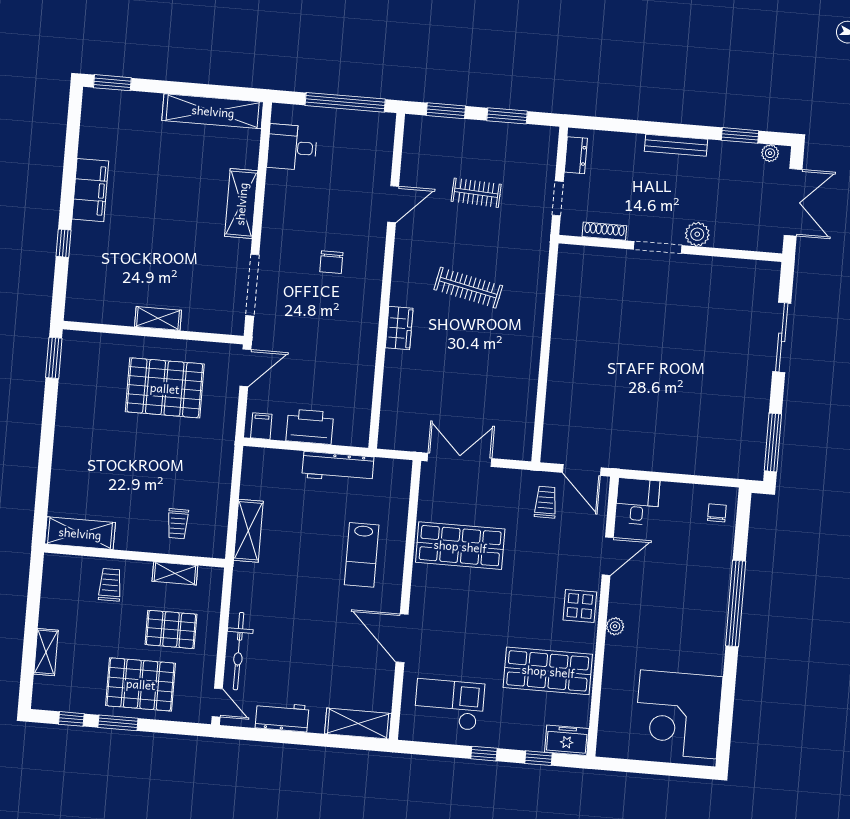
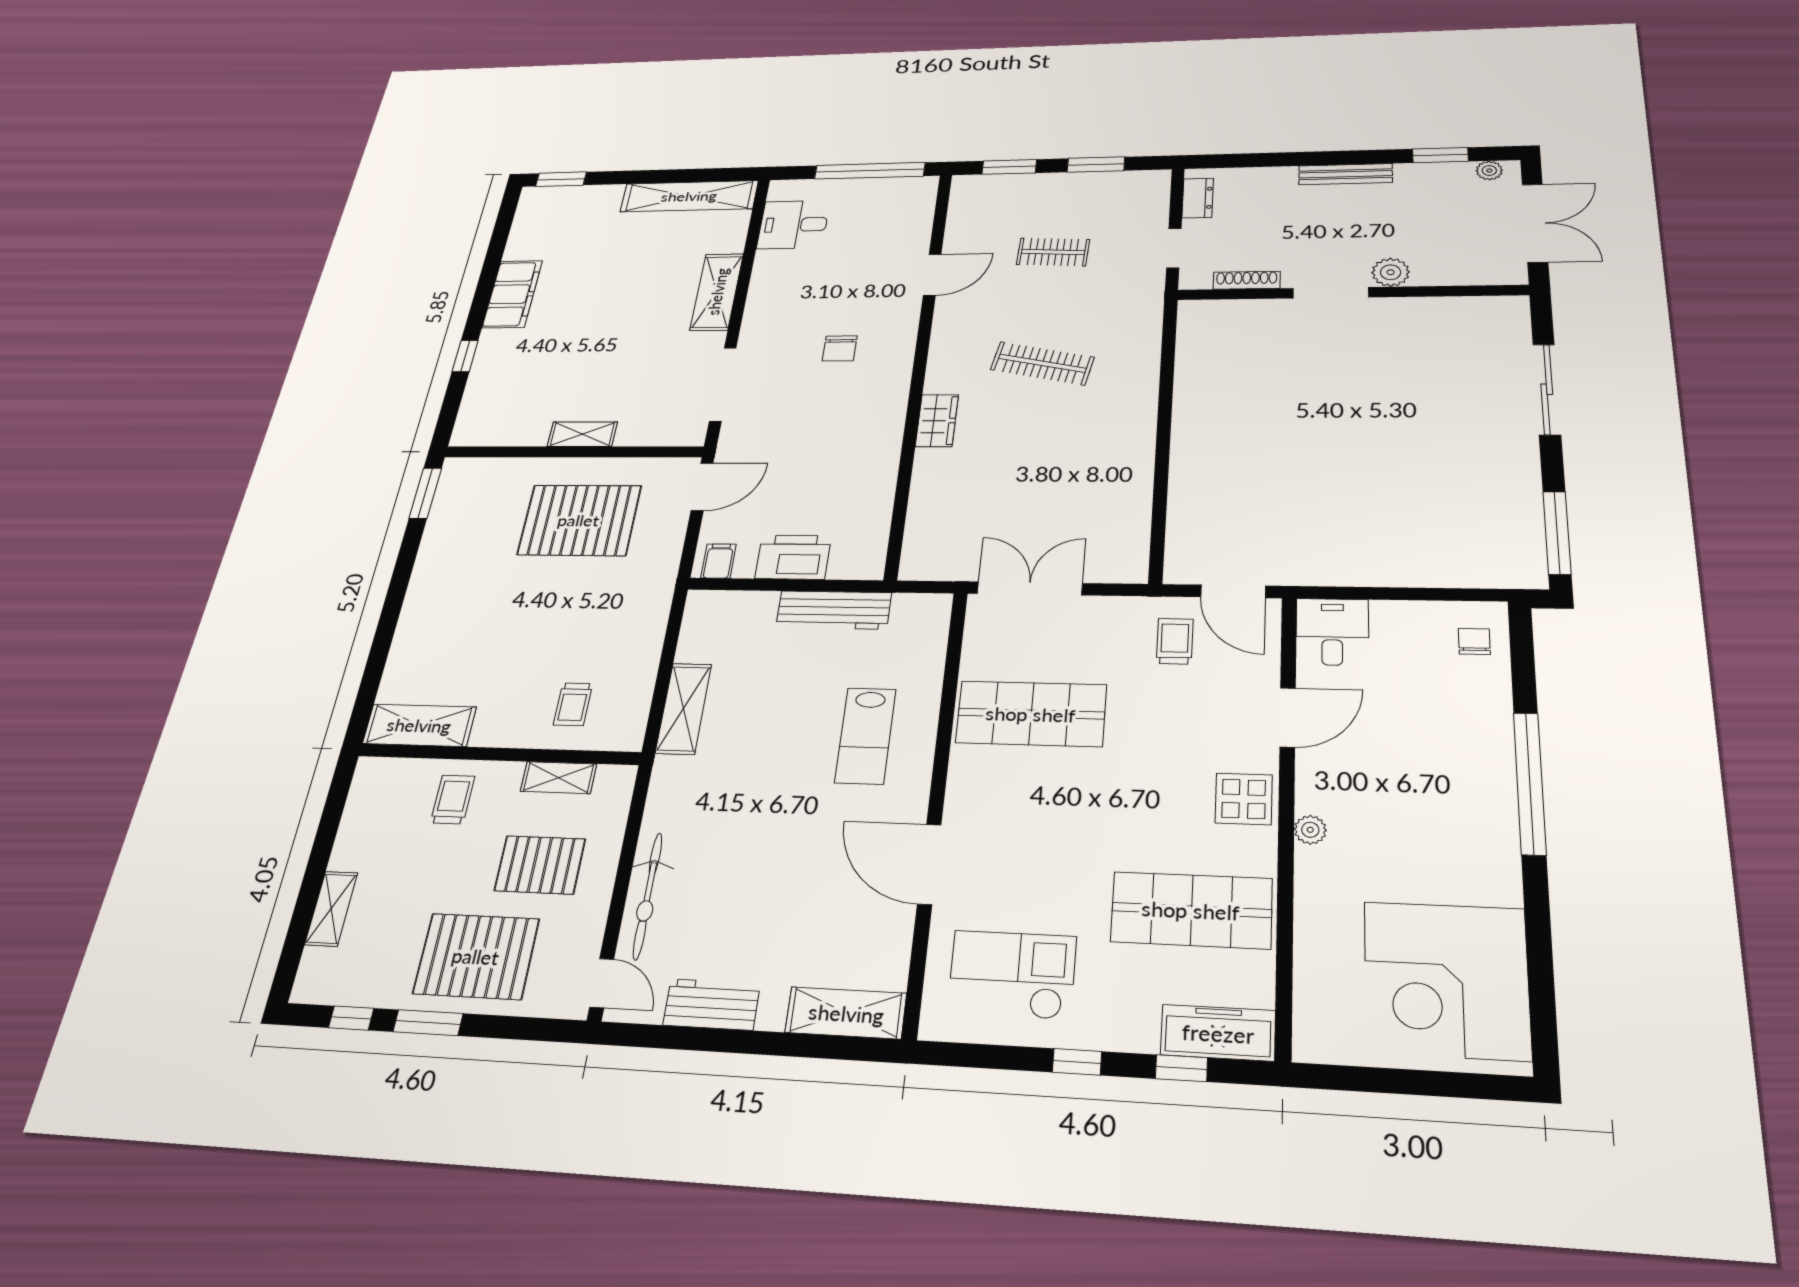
freezer: (567, 740) -> (1218, 1033), width x1.40

